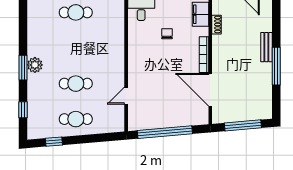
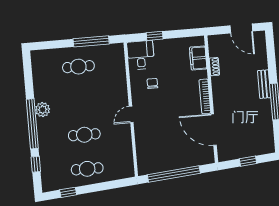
chair: (167, 34) -> (152, 83), moved
plant: (35, 65) -> (43, 110), moved
window: (23, 68) -> (32, 124), width x2.11
door: (126, 96) -> (131, 114), moved
window: (243, 125) -> (248, 161), width x0.46

